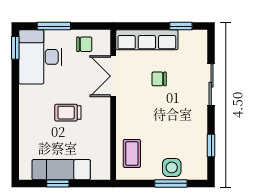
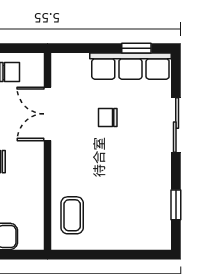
row of seats: (147, 40) -> (130, 66), moved
side table: (172, 167) -> (124, 234), removed
window: (171, 183) -> (123, 255), removed

